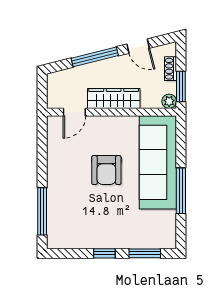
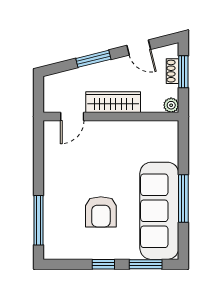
window: (95, 57) -> (93, 59), width x0.69
window: (181, 86) -> (183, 72), moved
sofa: (158, 162) -> (159, 211), moved
armchair: (106, 170) -> (101, 212), moved

